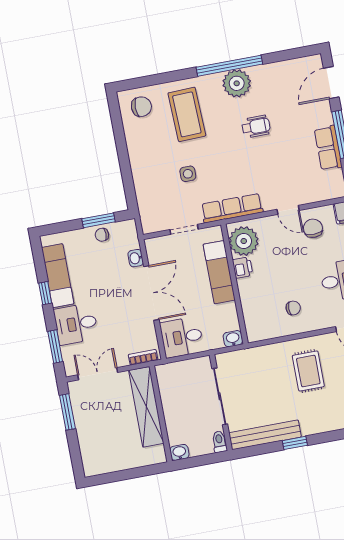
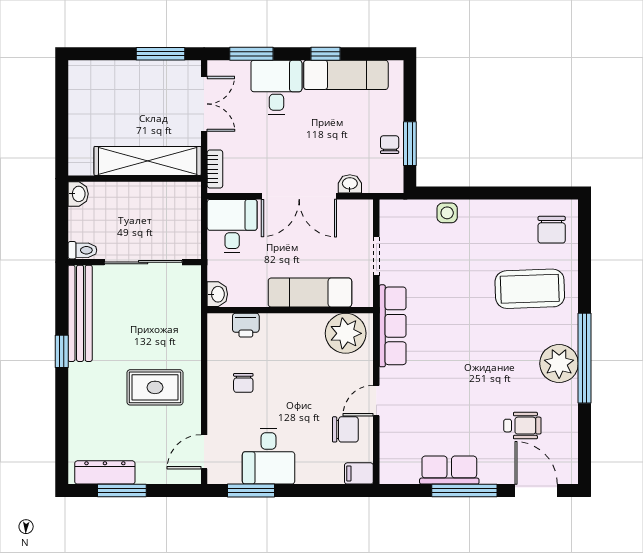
wheelchair: (256, 127) -> (522, 426), moved, turned -90
side table: (188, 174) -> (447, 213), moved
printer: (243, 268) -> (246, 325), moved

